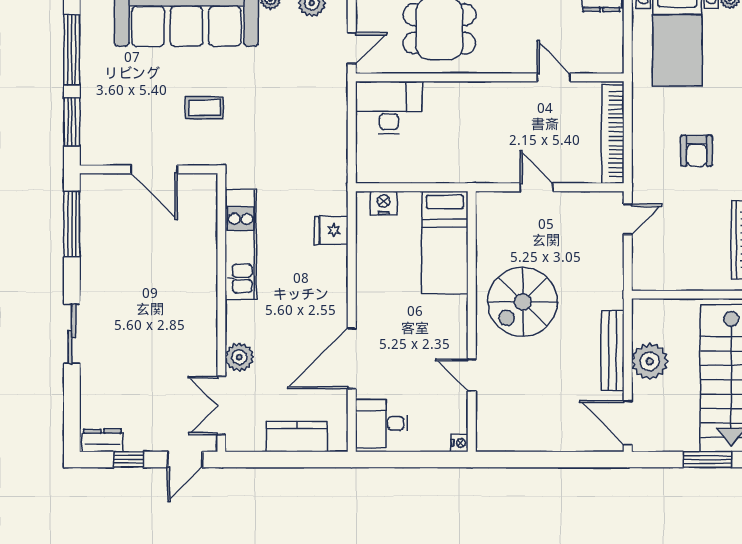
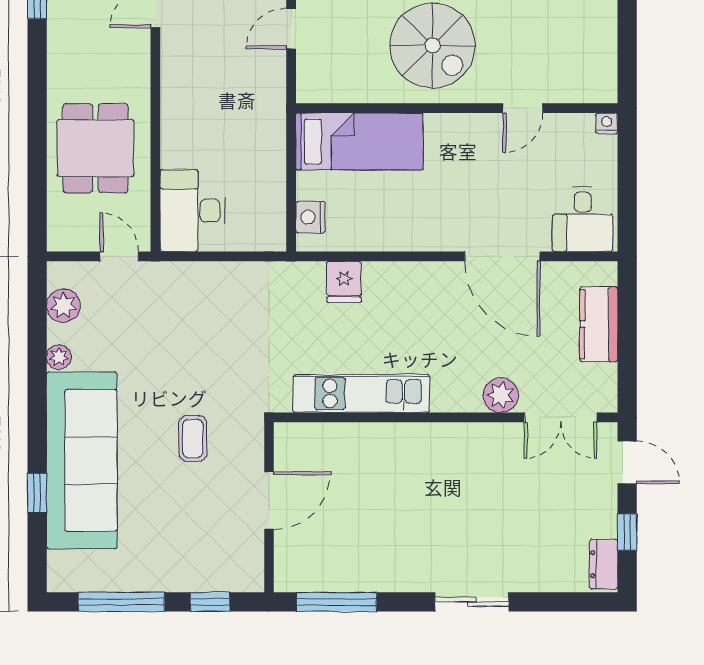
window: (72, 122) -> (210, 602), width x0.67

